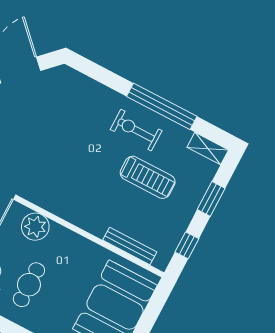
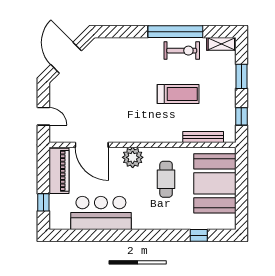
exercise bike: (136, 130) -> (182, 51), moved, turned 180
treadmill: (148, 177) -> (178, 94), moved
cafe table: (29, 285) -> (166, 179), moved

